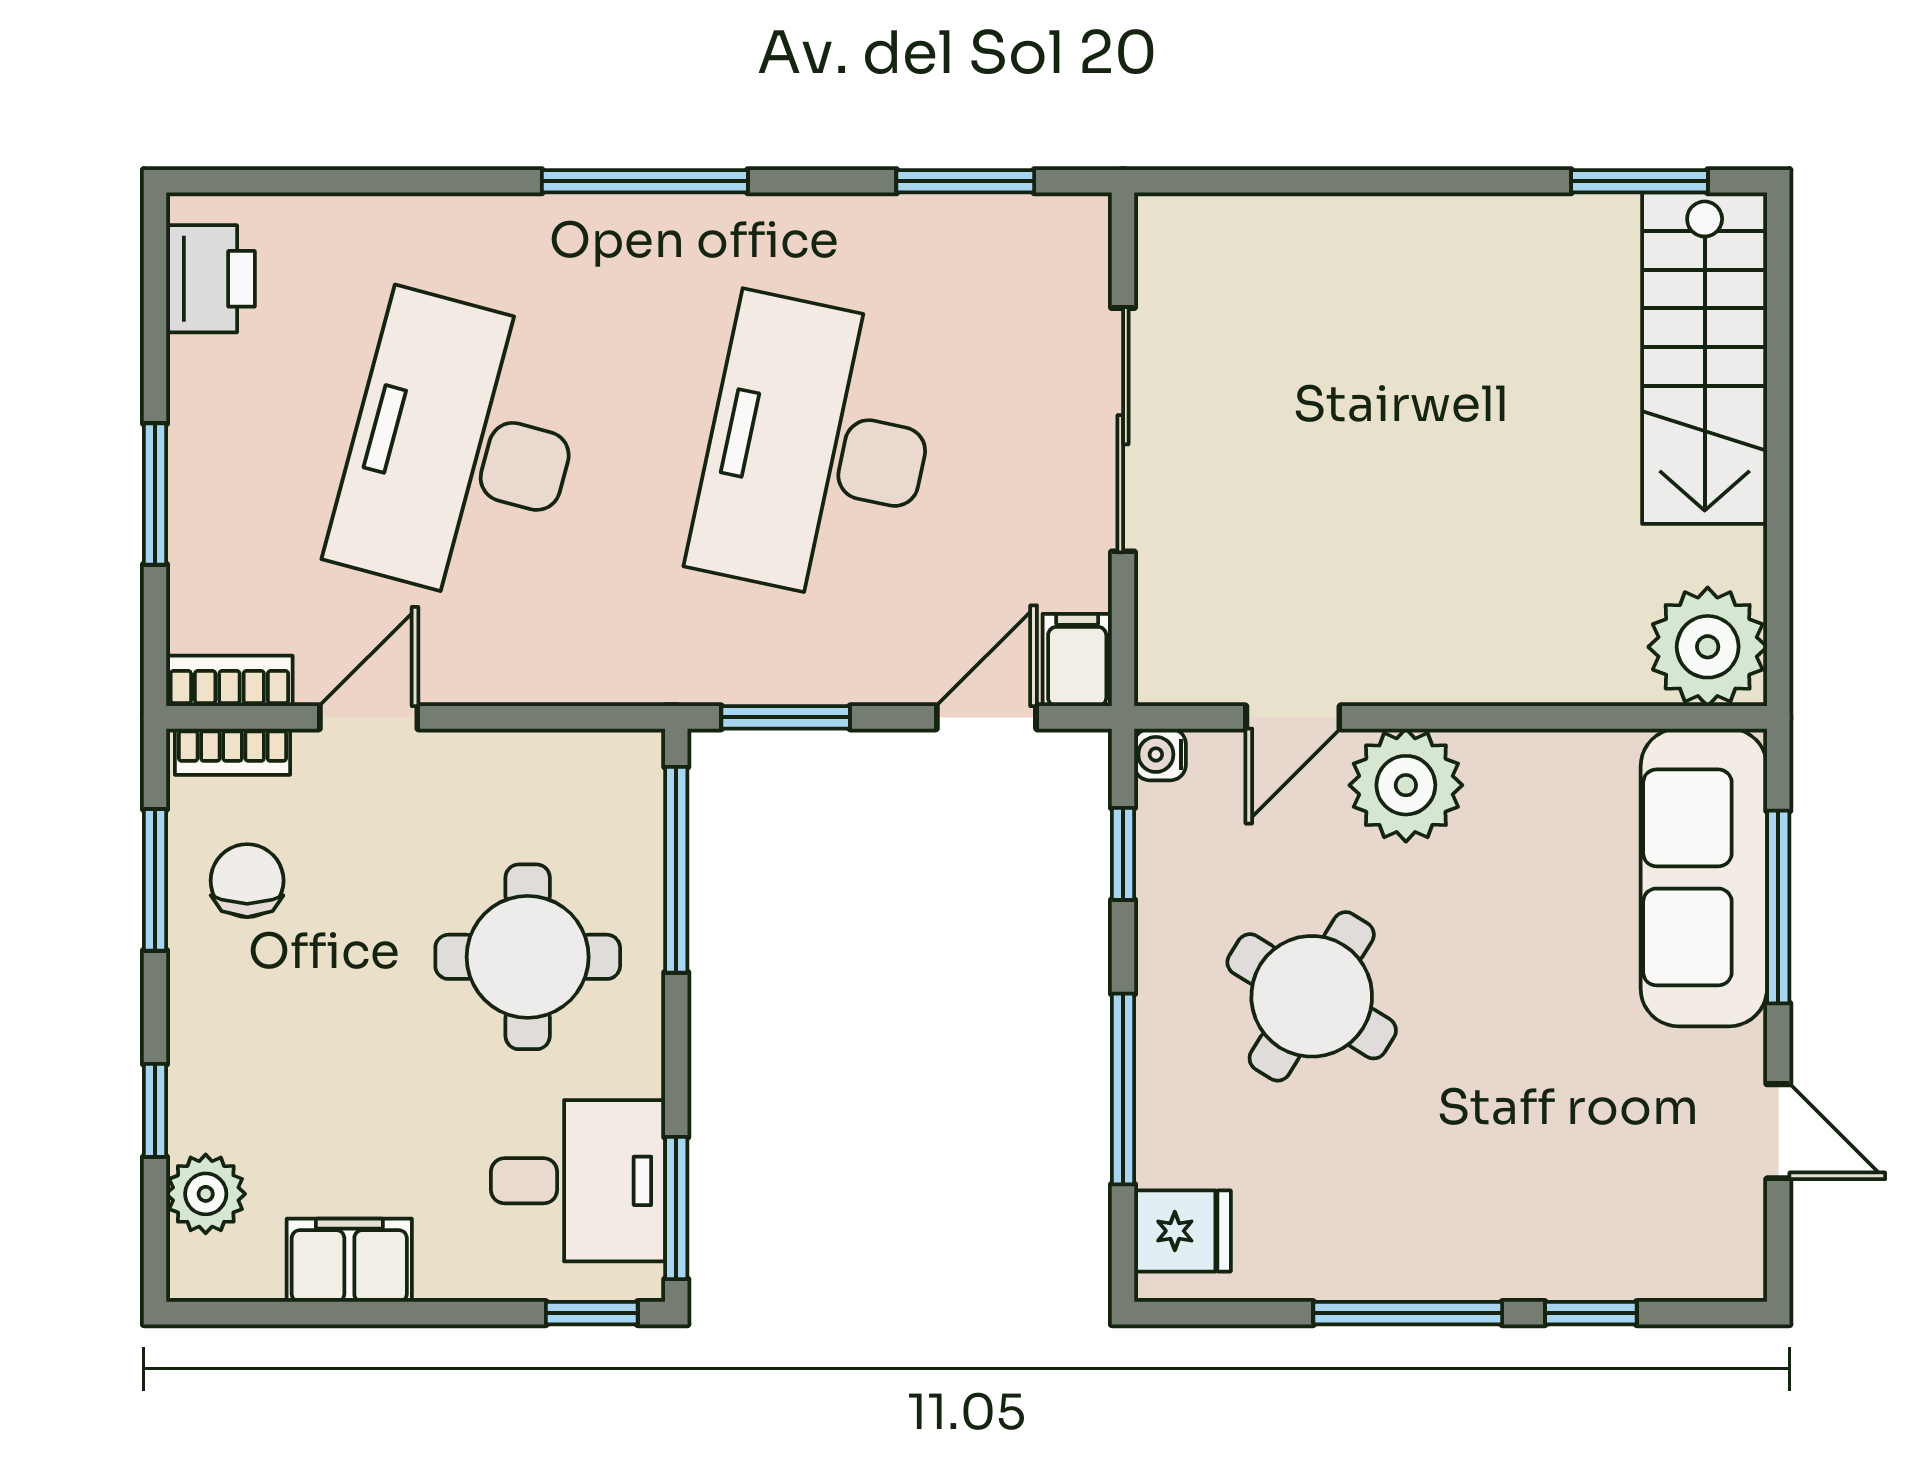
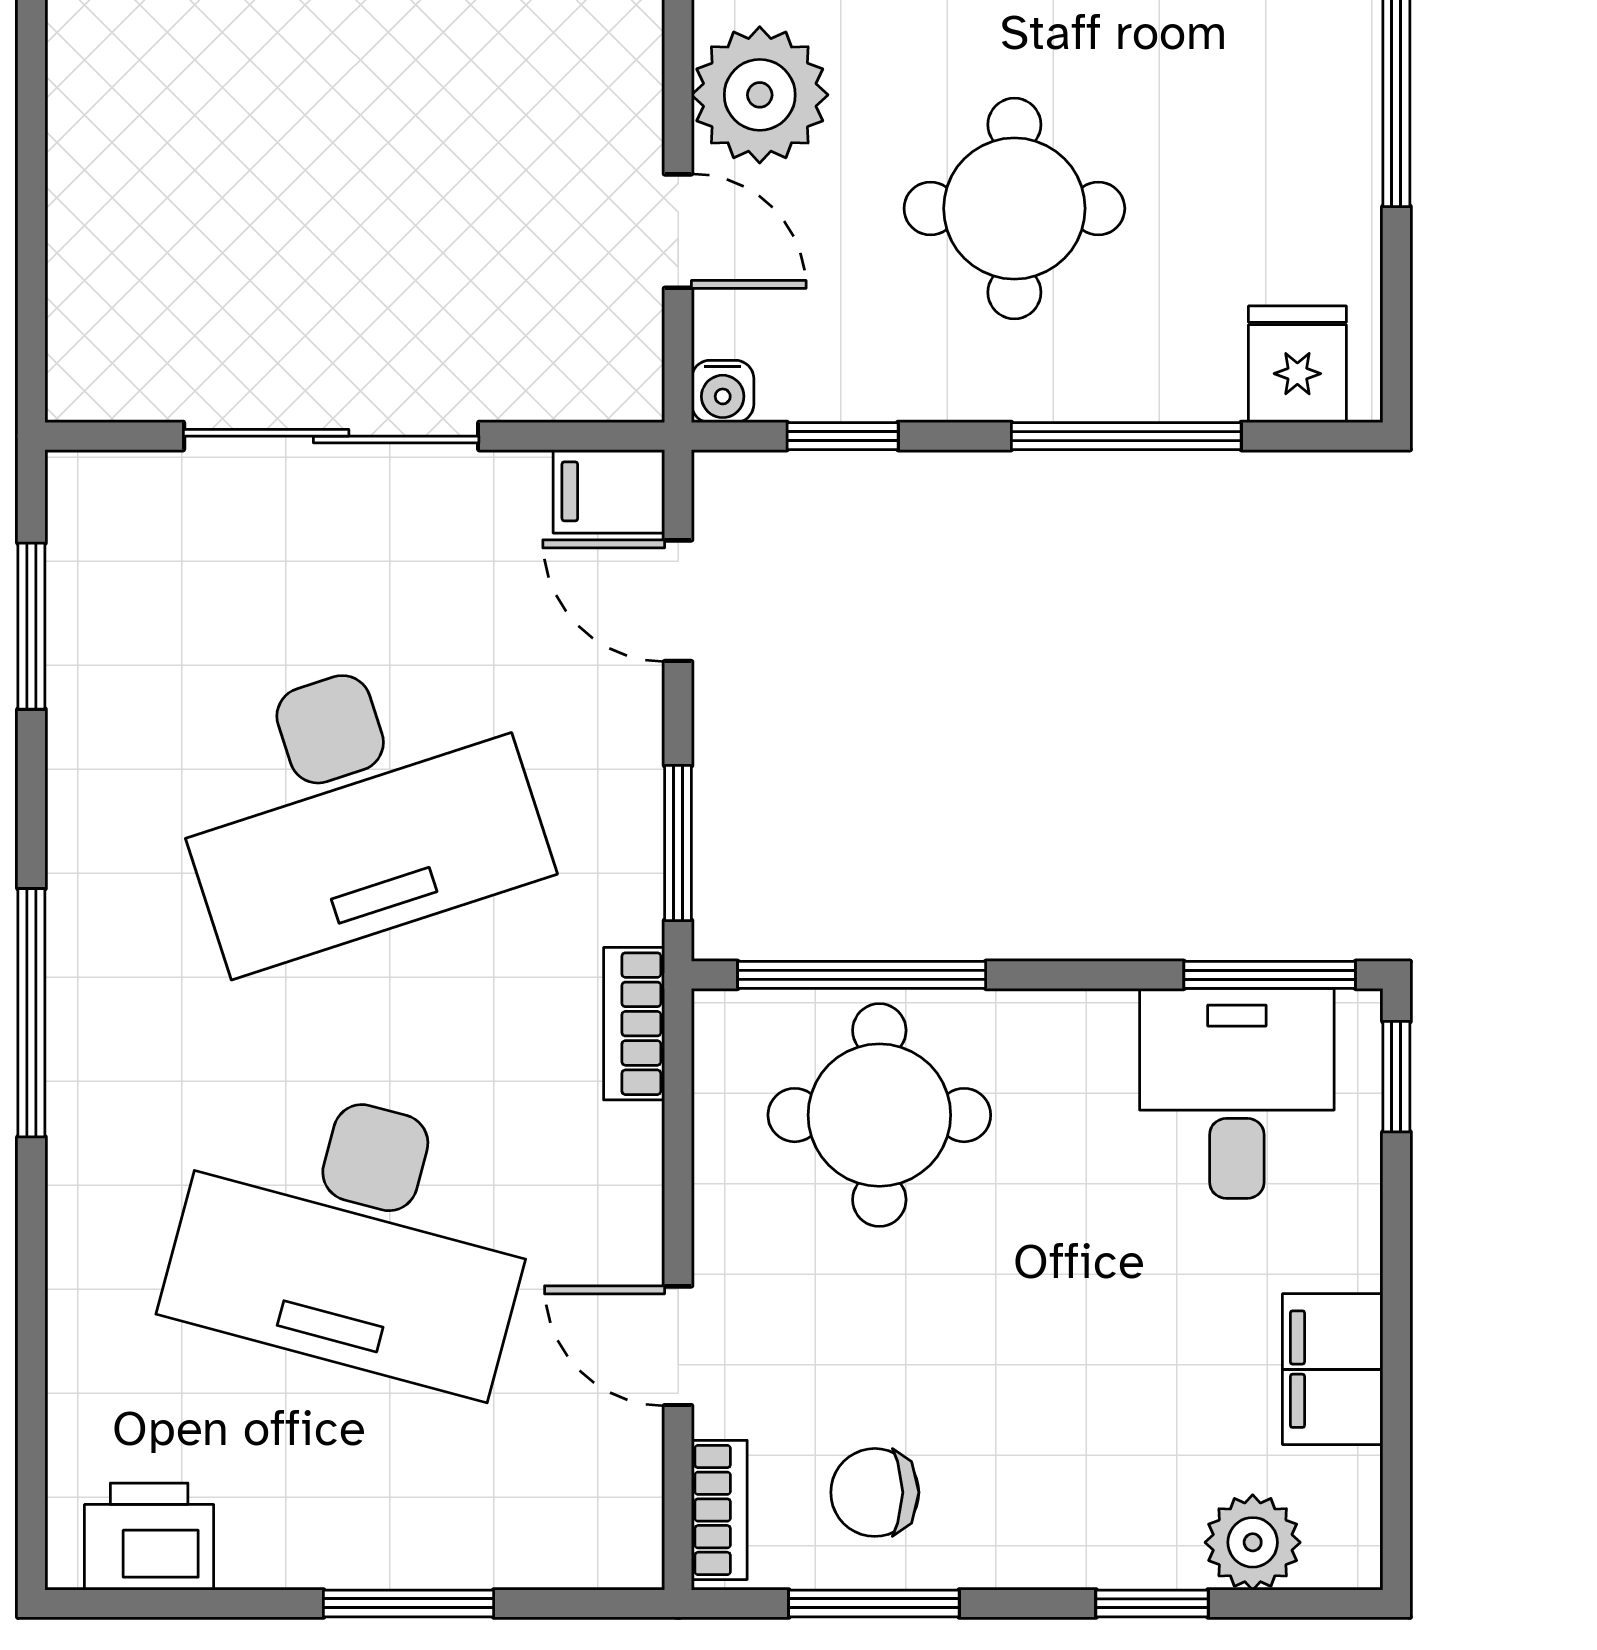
desk: (817, 449) -> (355, 805), turned -30
bookcase: (229, 681) -> (634, 1024), moved
round table: (528, 957) -> (879, 1115), moved
round table: (1312, 996) -> (1014, 208), turned -32

